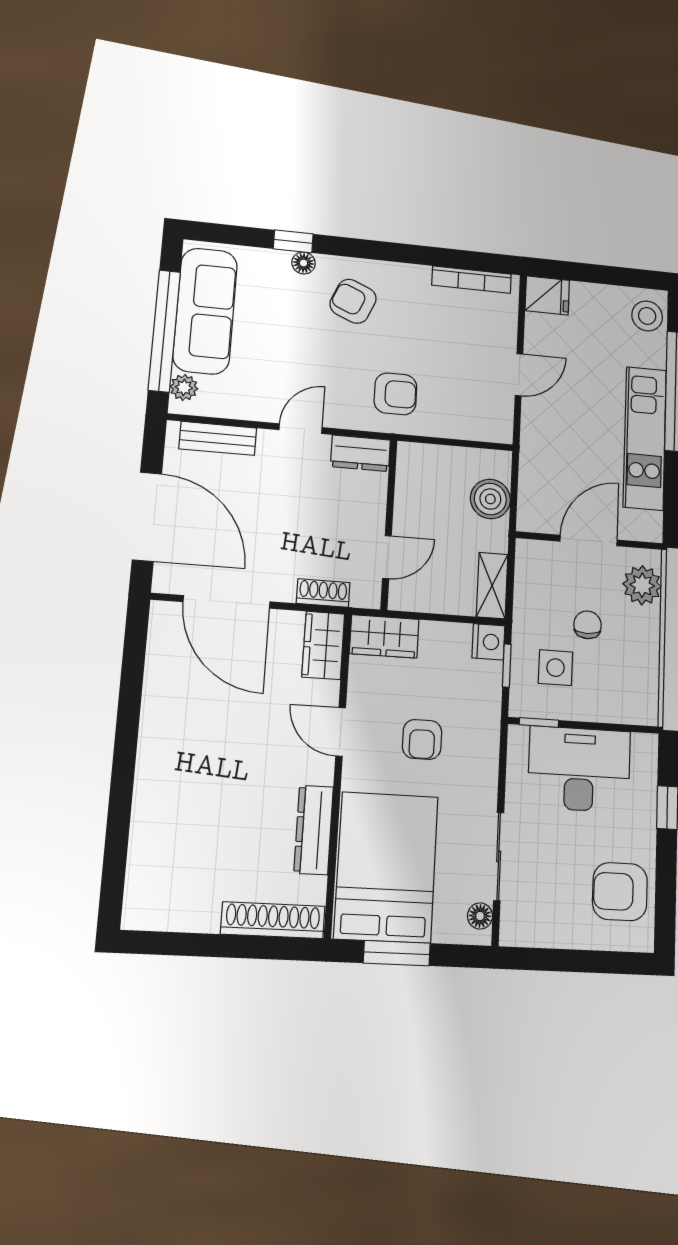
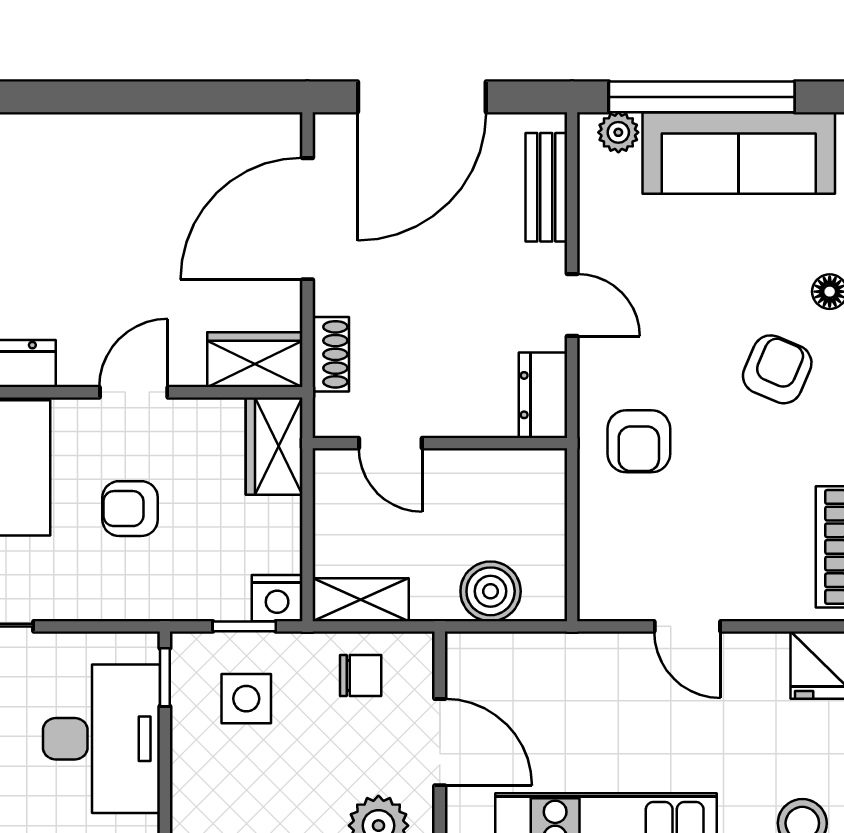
chair: (588, 625) -> (361, 676), moved

